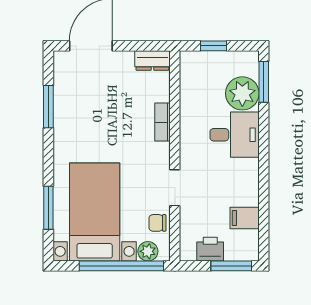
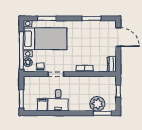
desk: (235, 135) -> (58, 100), moved
printer: (210, 249) -> (29, 90), removed

